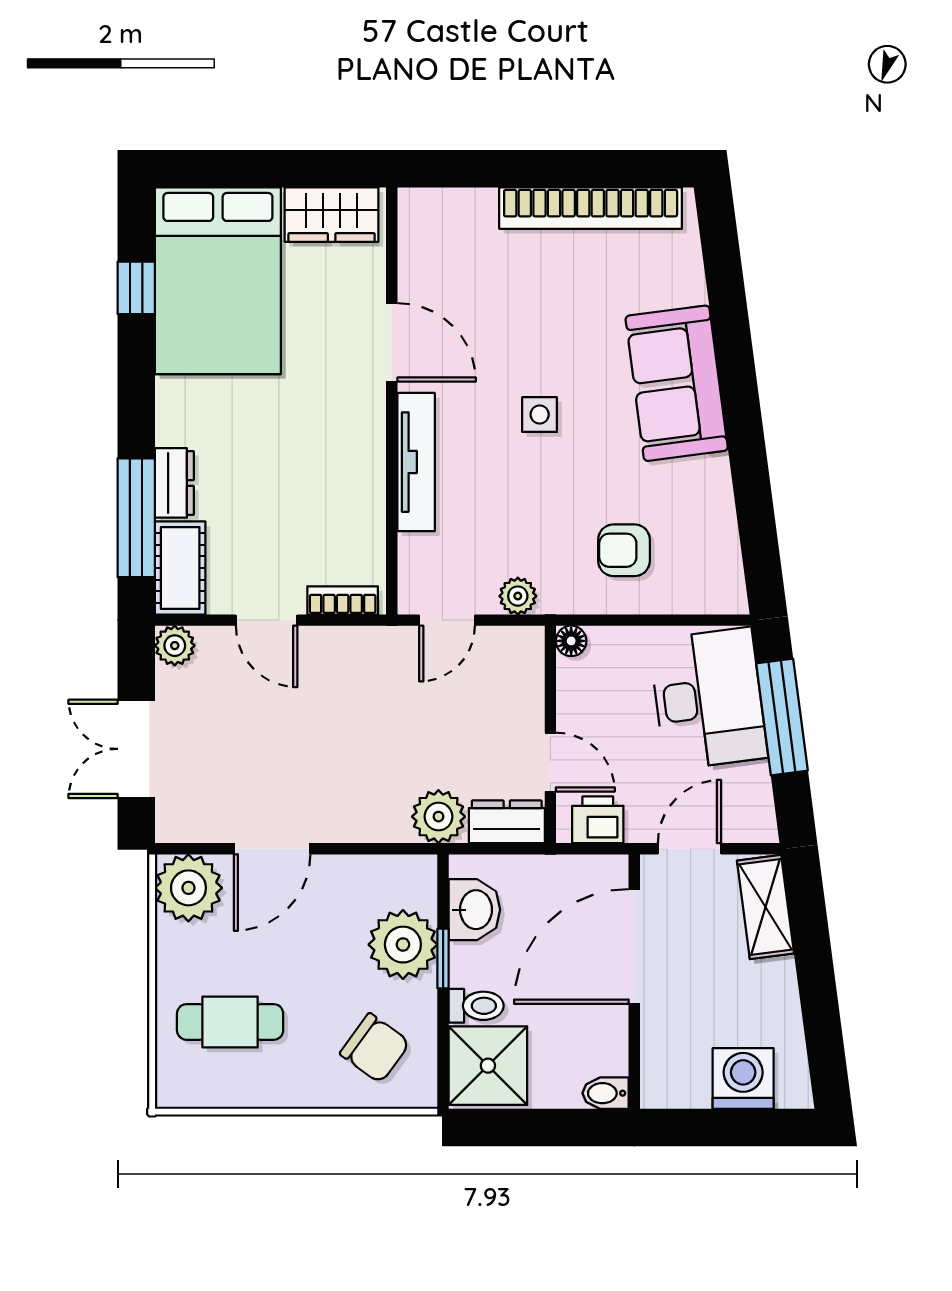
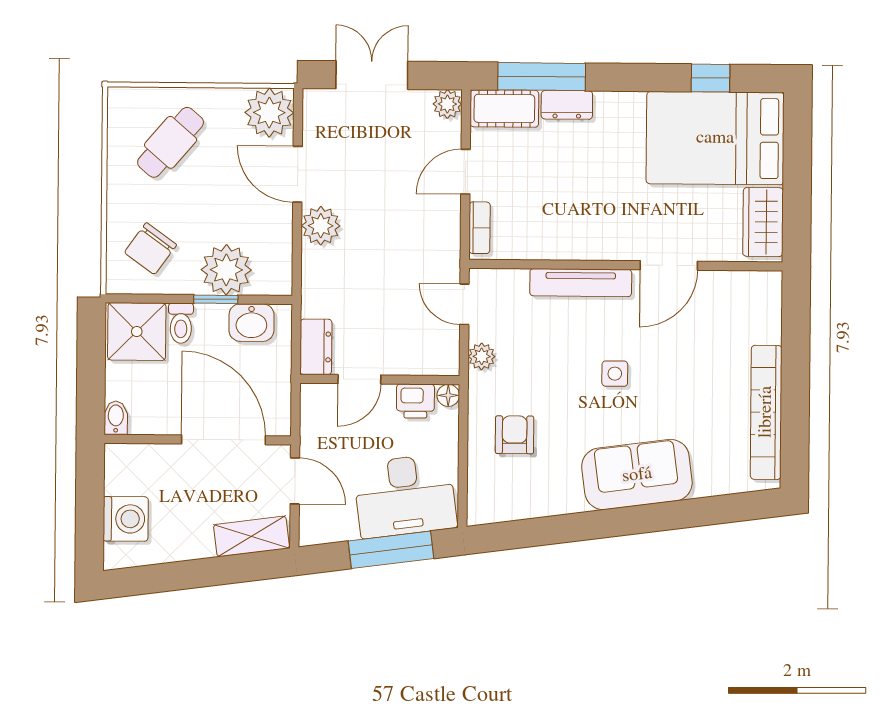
plant: (438, 817) -> (321, 226), moved
printer: (598, 820) -> (415, 401), moved, turned 90
cafe table: (230, 1022) -> (171, 142), turned 41

